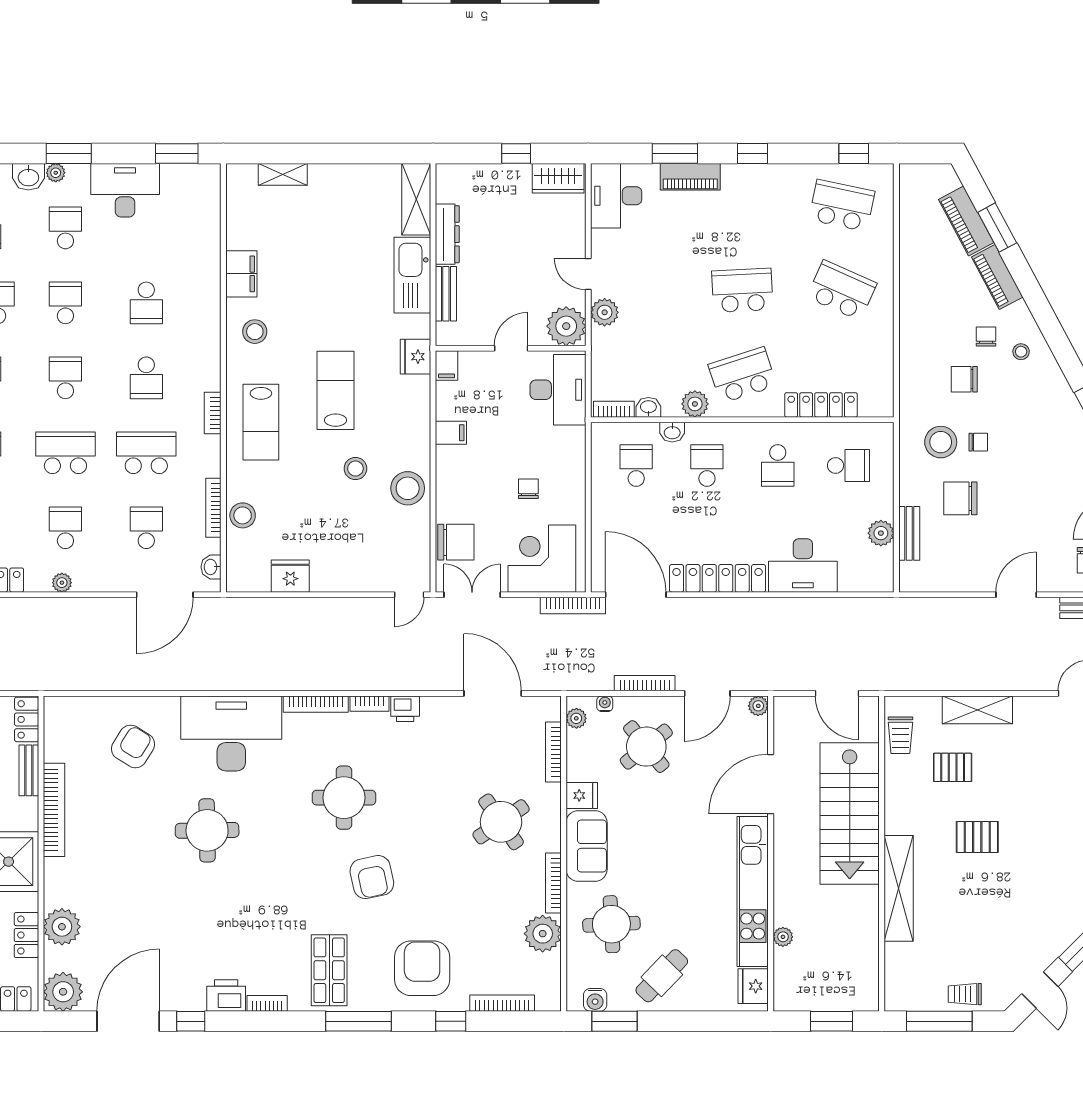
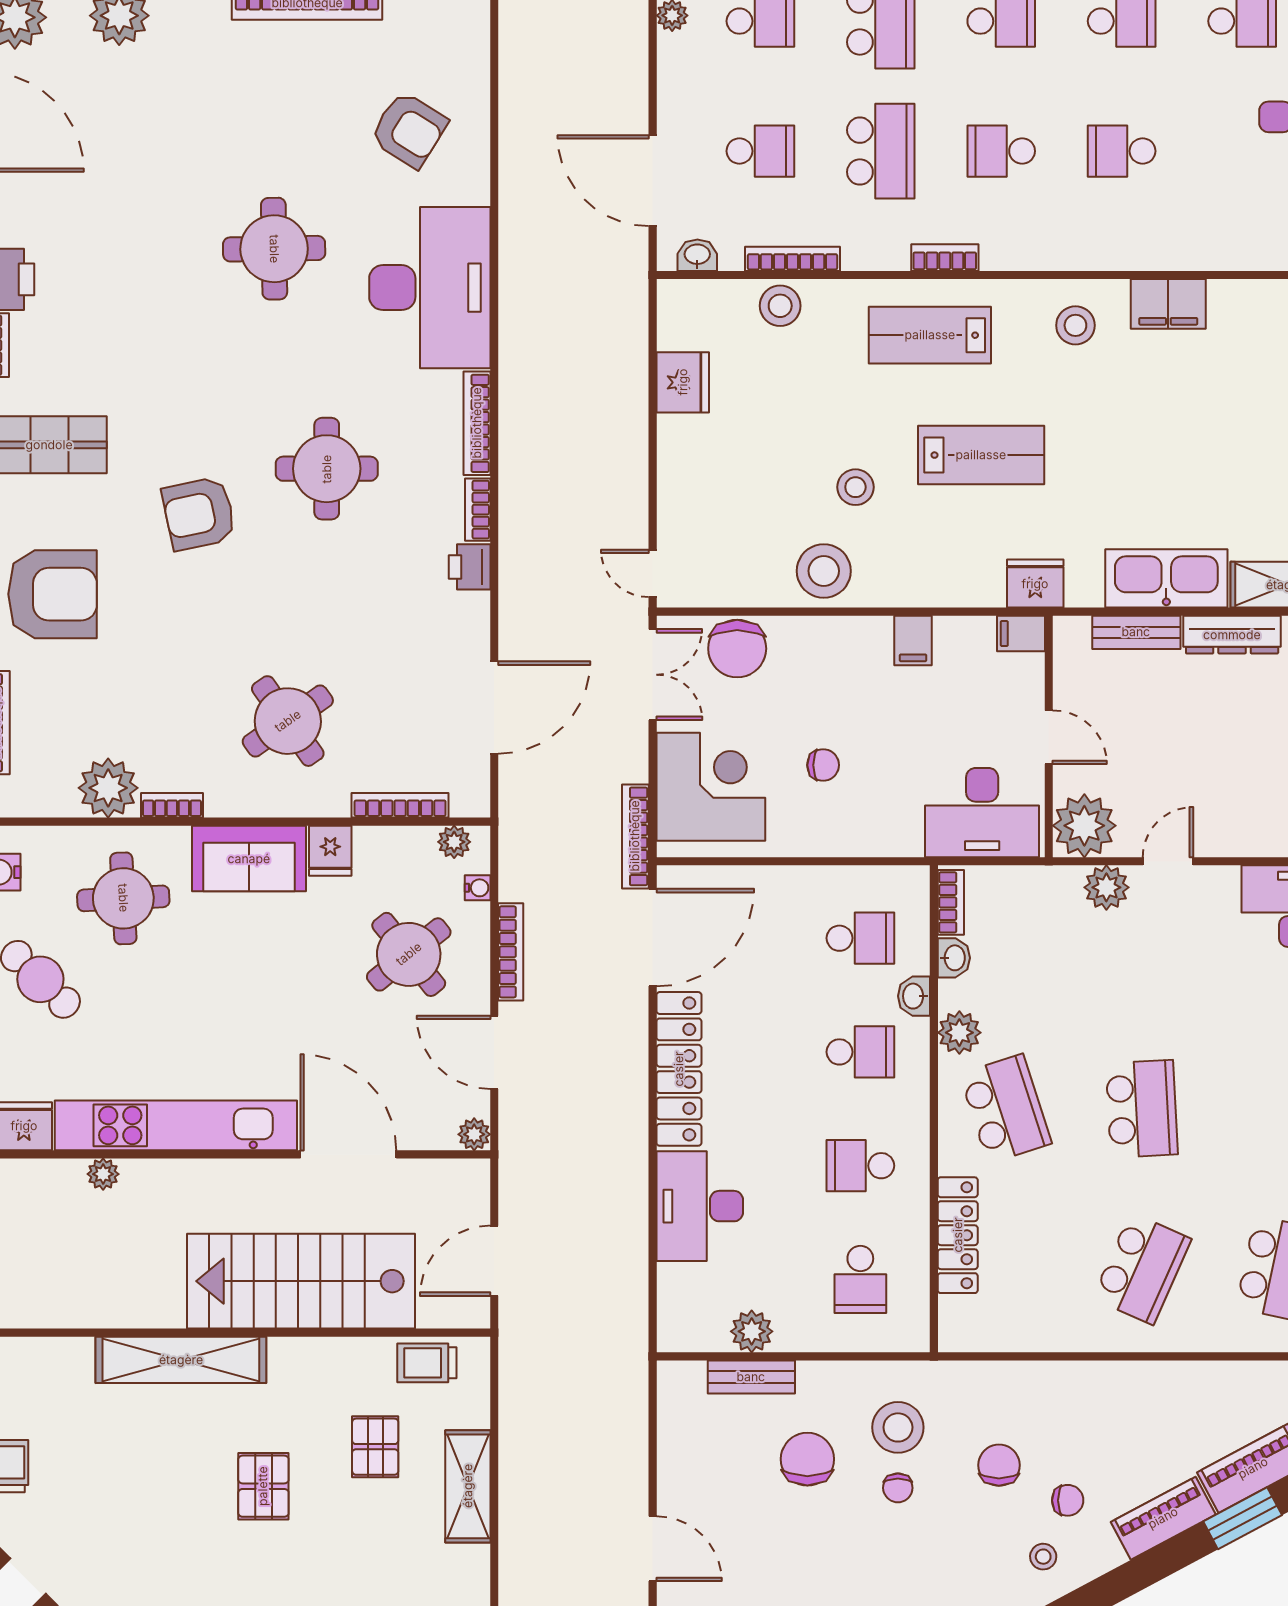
bookcase: (553, 883) -> (172, 805), width x0.64

